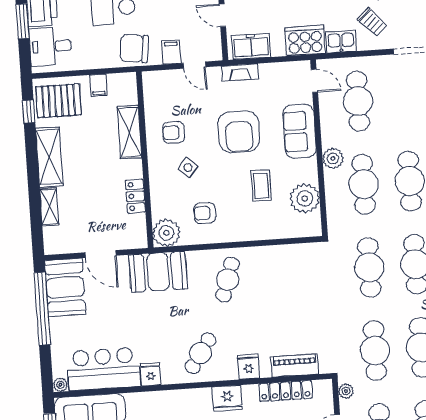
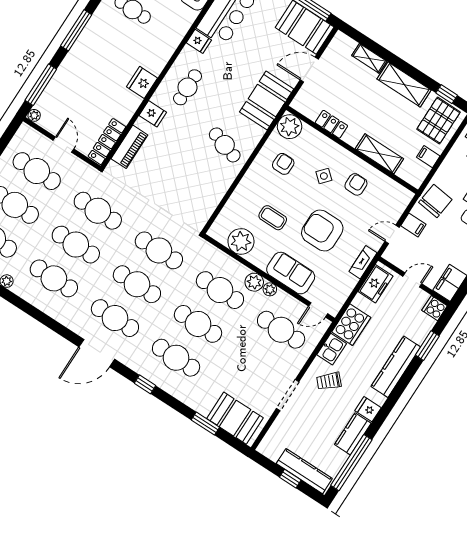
cafe table: (200, 353) -> (188, 87), turned 56
locker: (286, 391) -> (107, 142), moved
plant: (346, 391) -> (270, 289), moved

